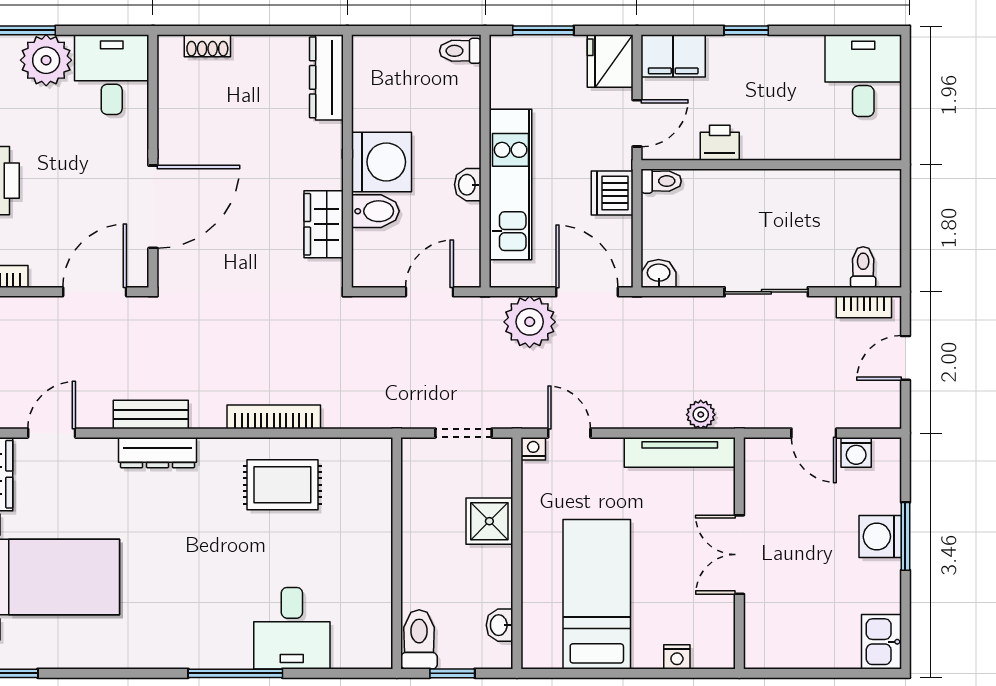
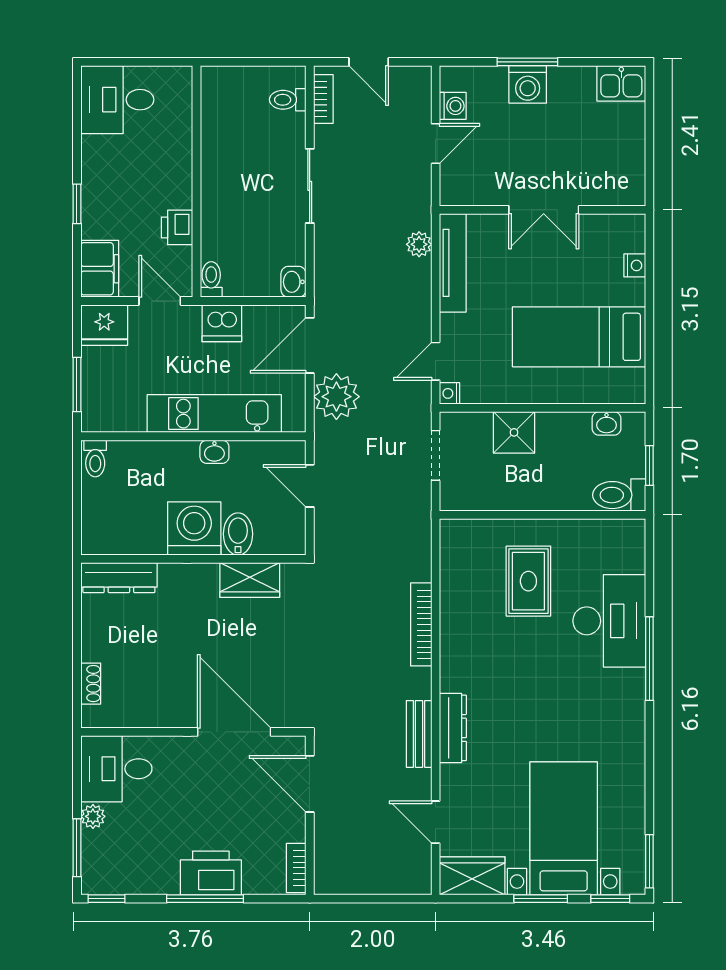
plant: (46, 60) -> (93, 816), width x0.53, depth x0.53
rug: (282, 485) -> (528, 581), moved
desk: (292, 628) -> (609, 621), width x1.37

